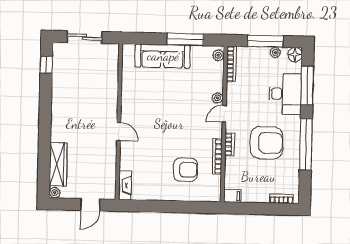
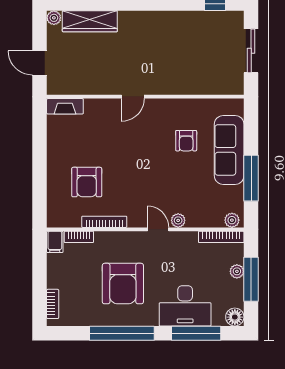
plant: (275, 53) -> (237, 271), moved
armchair: (154, 90) -> (186, 141), added
bookcase: (229, 144) -> (79, 237), moved

